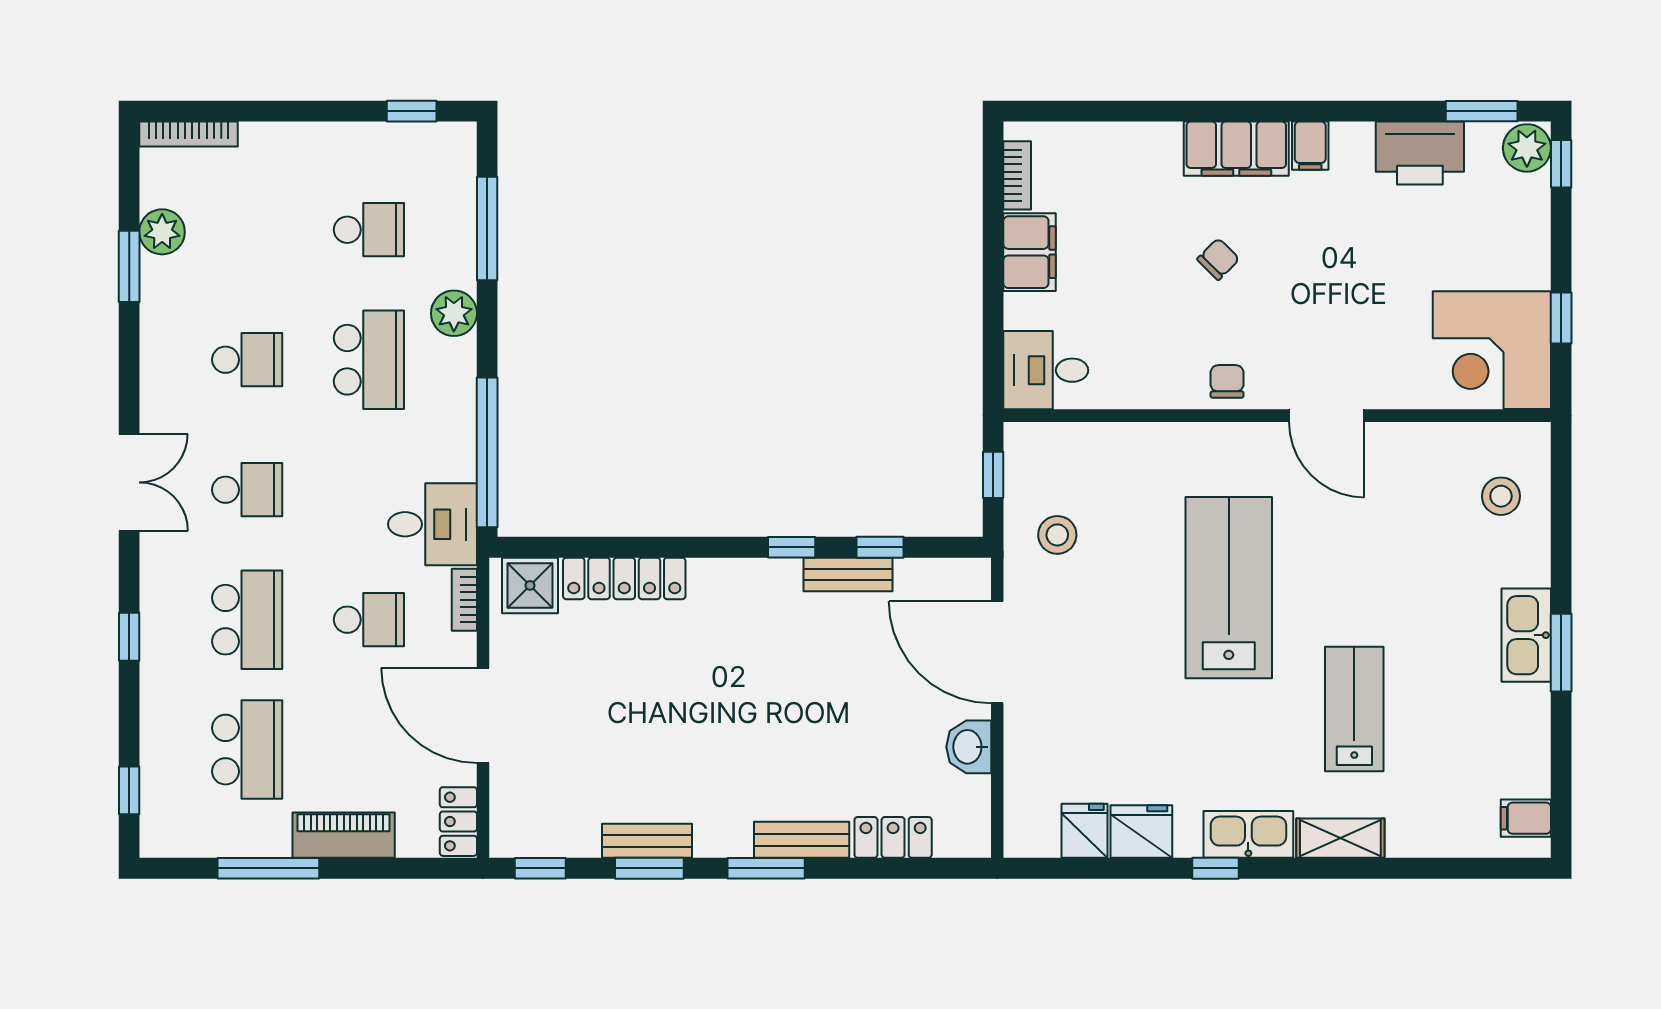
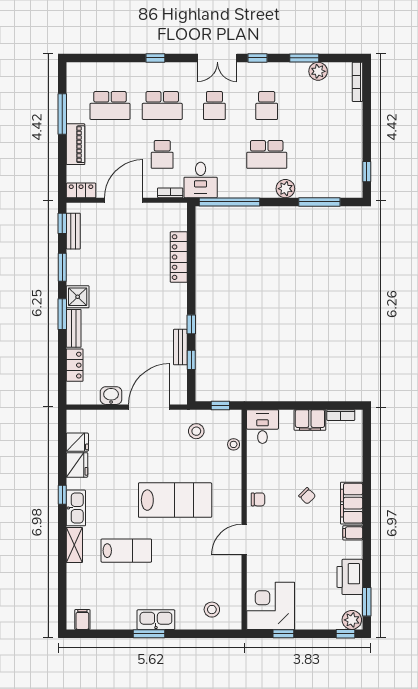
school desk: (369, 230) -> (319, 154), removed
stool: (1090, 442) -> (234, 444), added
shower: (530, 585) -> (78, 297), moved
window: (129, 790) -> (258, 58), moved
bench: (647, 841) -> (73, 231), moved

